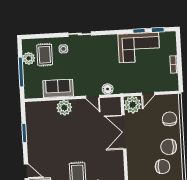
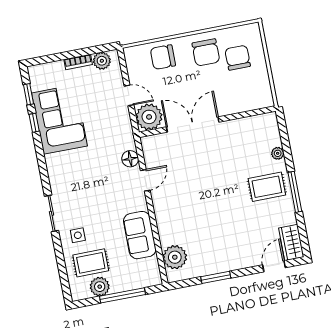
plant: (173, 80) -> (102, 61), added
plant: (64, 108) -> (175, 257), moved
double door: (124, 132) -> (193, 124), swing flipped

